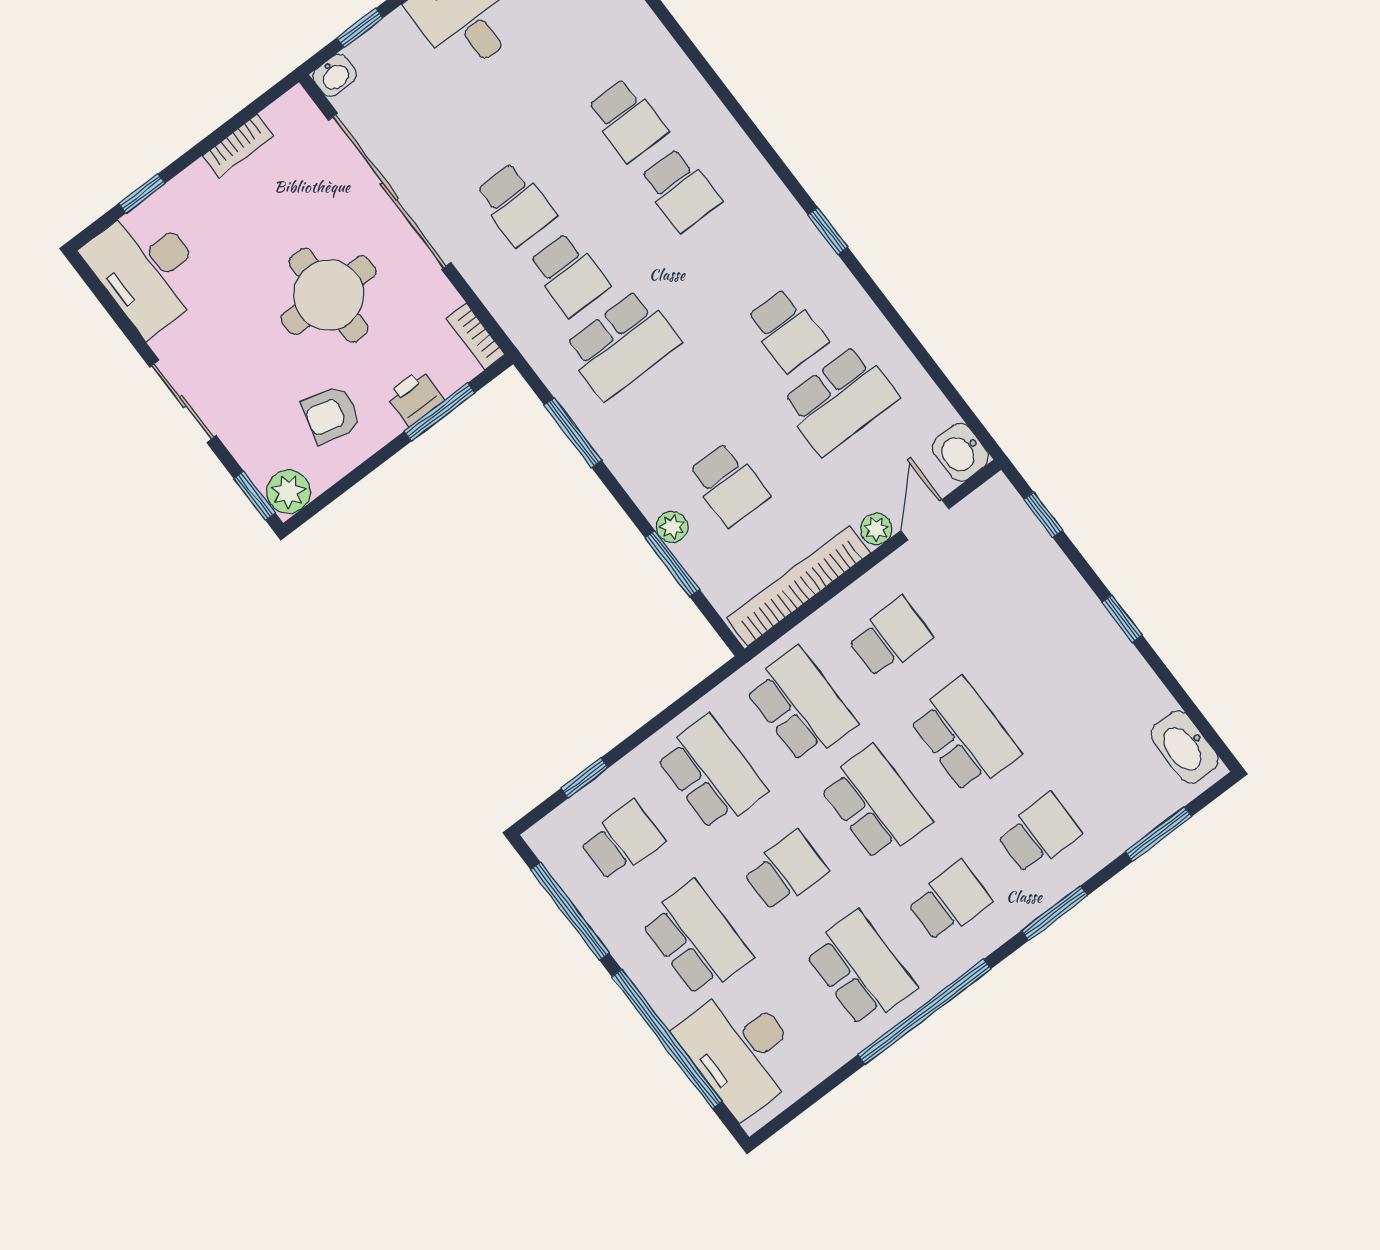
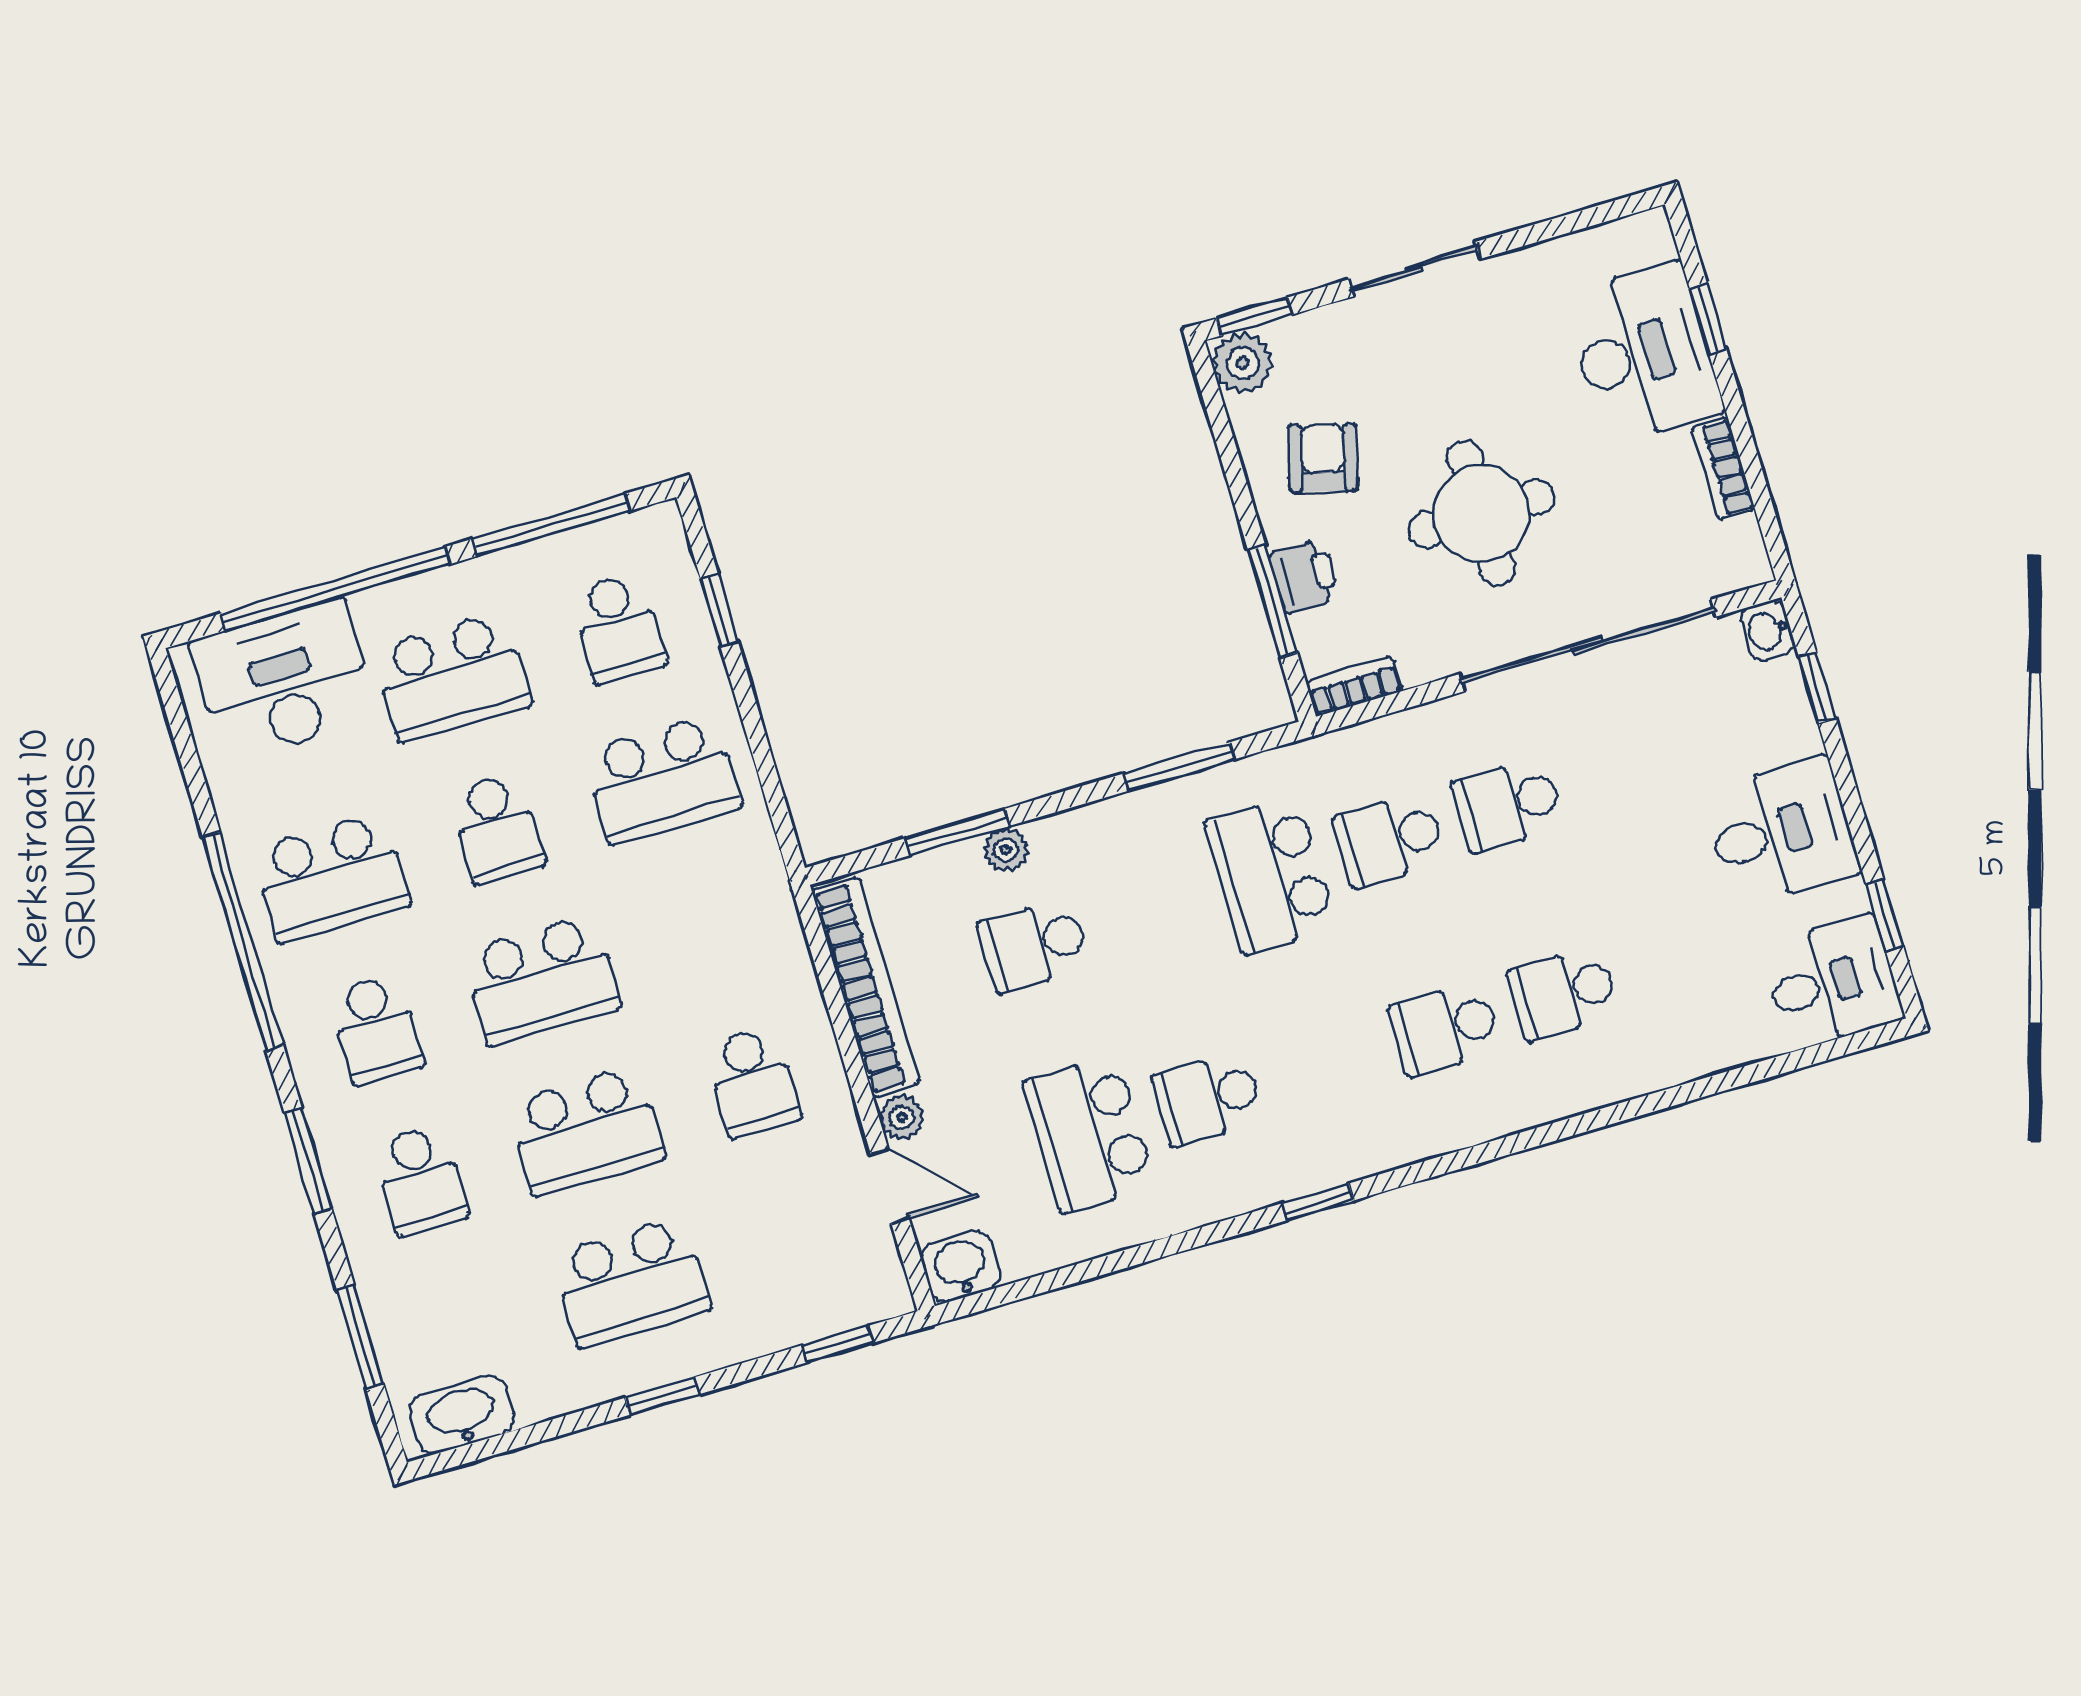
desk: (147, 269) -> (1643, 353), moved, turned 90
school desk: (801, 705) -> (631, 1282), moved

